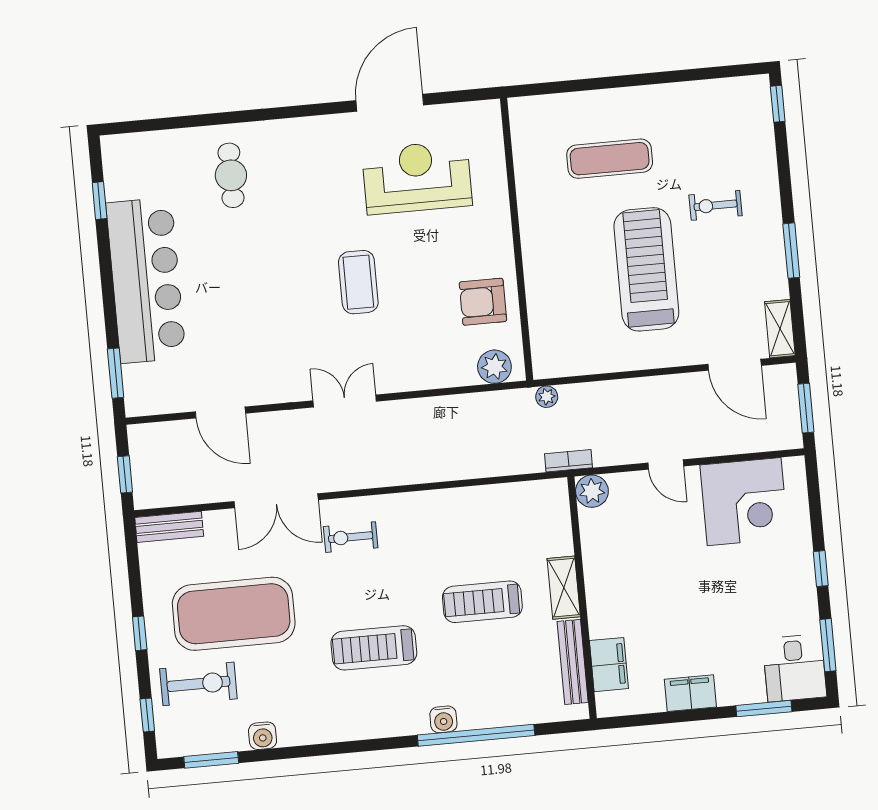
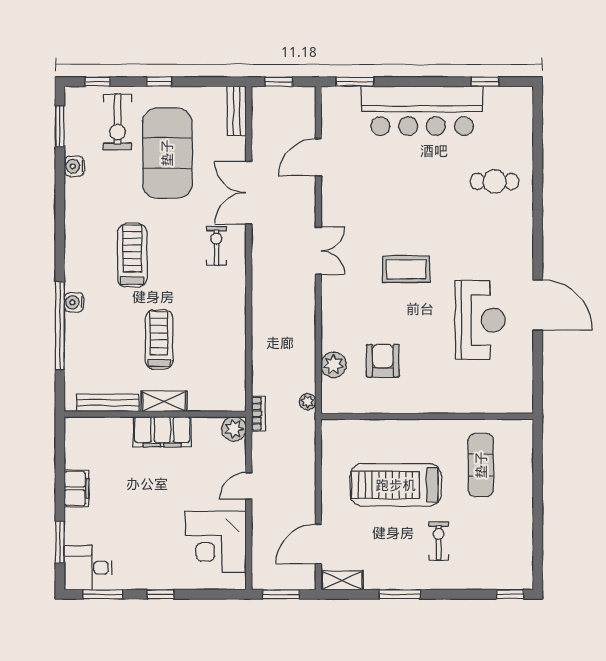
wall: (517, 239) -> (427, 416), moved
treadmill: (646, 269) -> (396, 485), turned 180
filing cabinet: (609, 665) -> (162, 432), moved, width x1.50, depth x1.17

